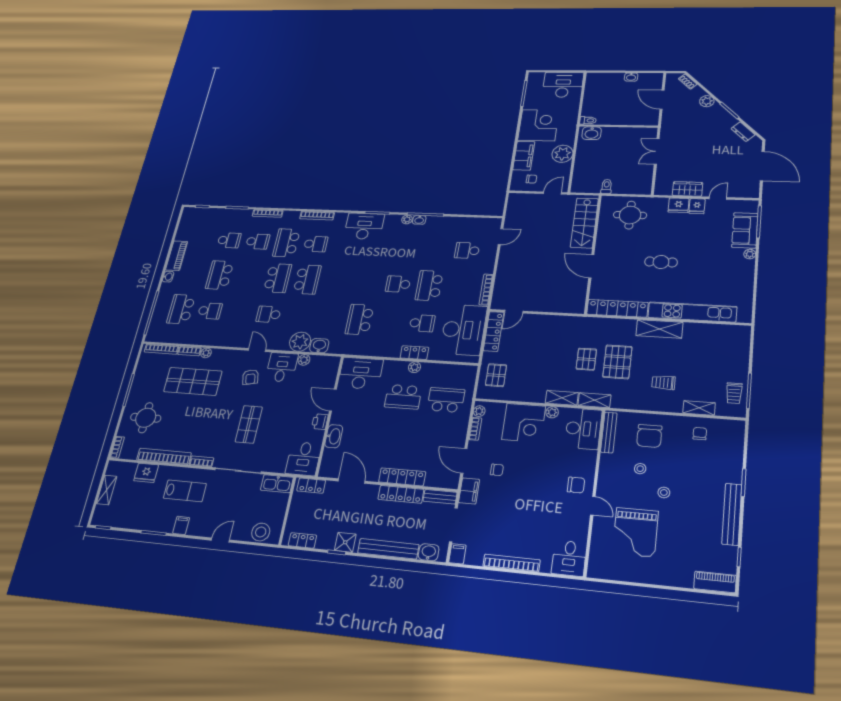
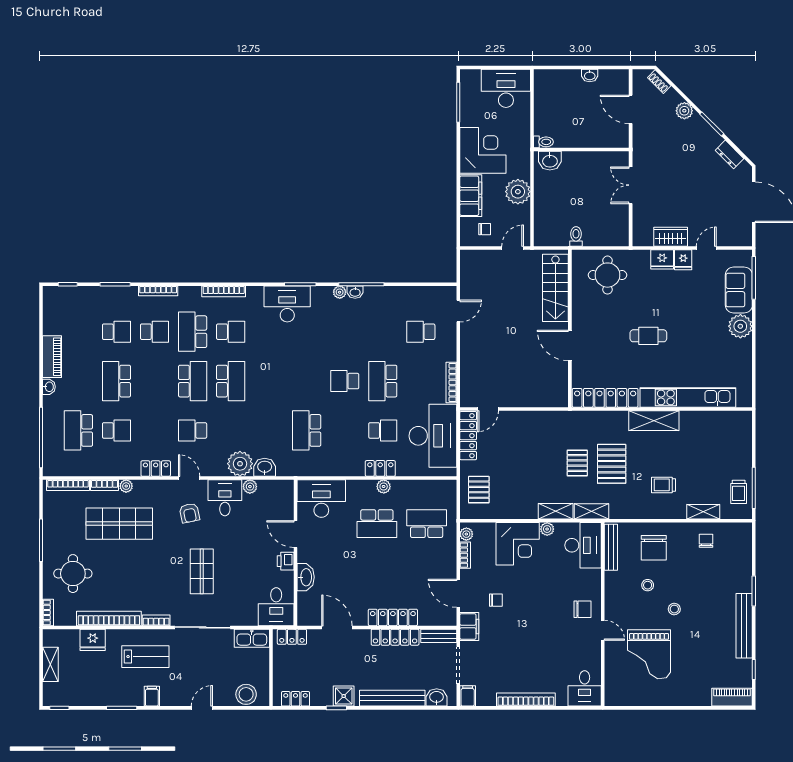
plant: (750, 254) -> (740, 326), width x1.88, depth x1.88
locker: (232, 341) -> (156, 469), added

